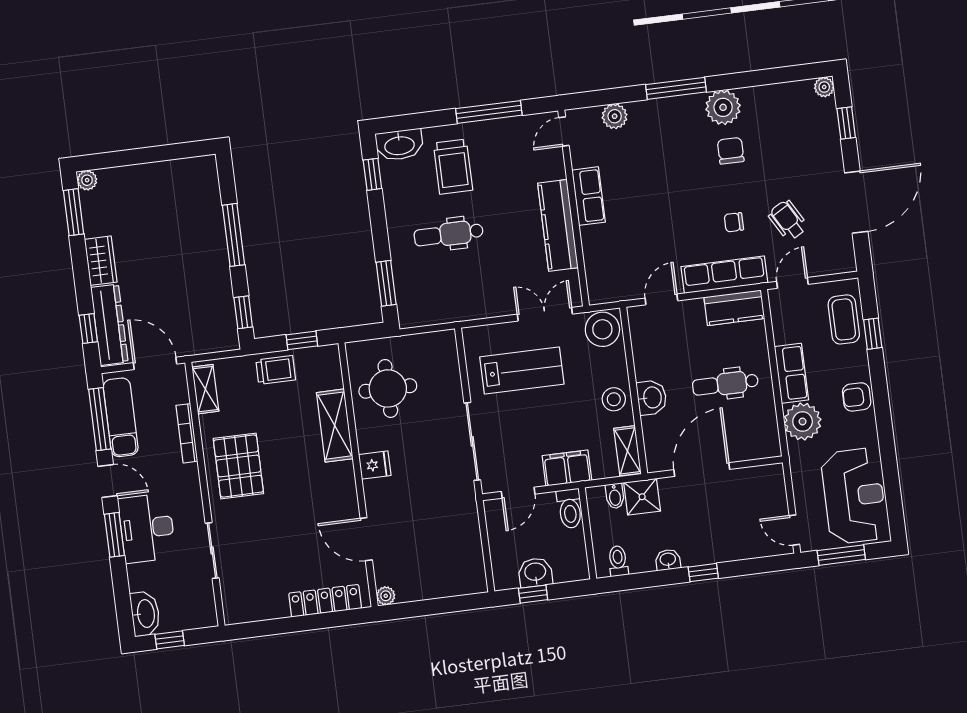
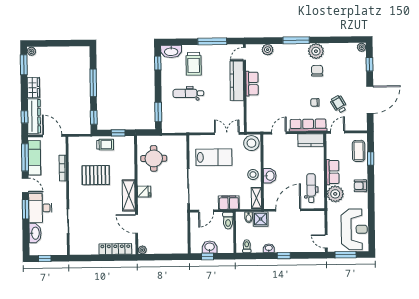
kitchen counter: (558, 225) -> (237, 81), moved
dental chair: (725, 384) -> (311, 188), moved, turned 90
shelving: (205, 389) -> (73, 150), removed
shelving: (335, 426) -> (129, 195), moved
pallet: (238, 466) -> (96, 175), moved, turned 90
washbasin: (145, 614) -> (35, 233), moved

